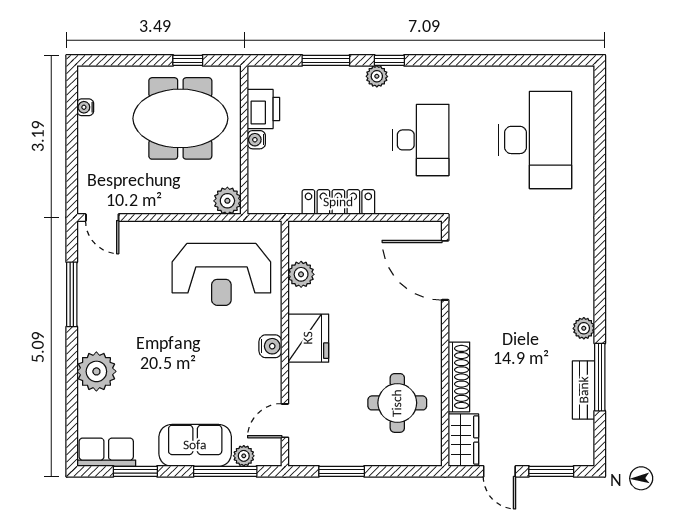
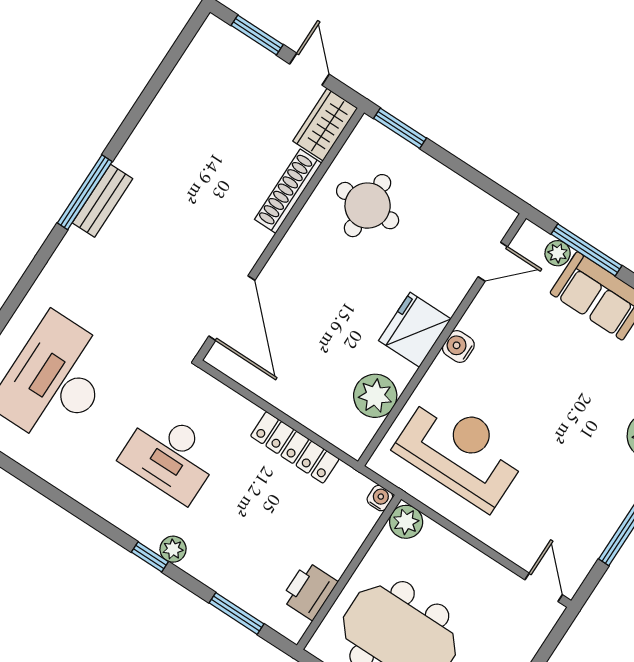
window: (326, 60) -> (237, 613), moved
water cooler: (256, 140) -> (380, 498), moved, turned -90
desk: (421, 140) -> (170, 456), turned -90
plant: (301, 274) -> (375, 396), width x1.36, depth x1.36
plant: (584, 328) -> (130, 158), removed
window: (600, 377) -> (85, 192), moved
bench: (584, 390) -> (103, 201), moved
window: (342, 471) -> (400, 128), moved

